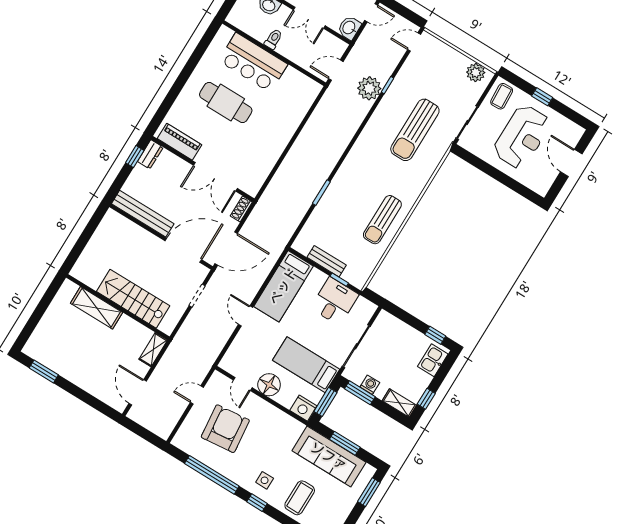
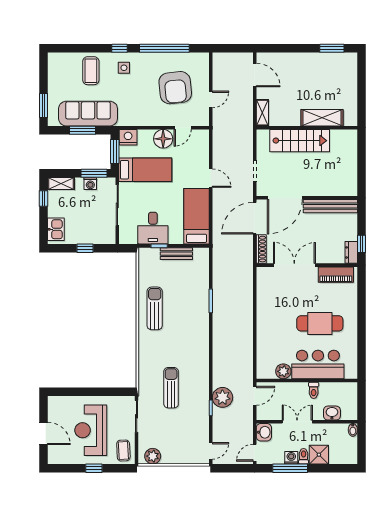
plant: (292, 77) -> (283, 371), added
sun lounger: (415, 130) -> (171, 388), width x0.73, depth x0.75
shoe rack: (241, 209) -> (261, 249), width x1.43
window: (435, 335) -> (85, 248), moved
door: (243, 384) -> (183, 128), swing flipped

